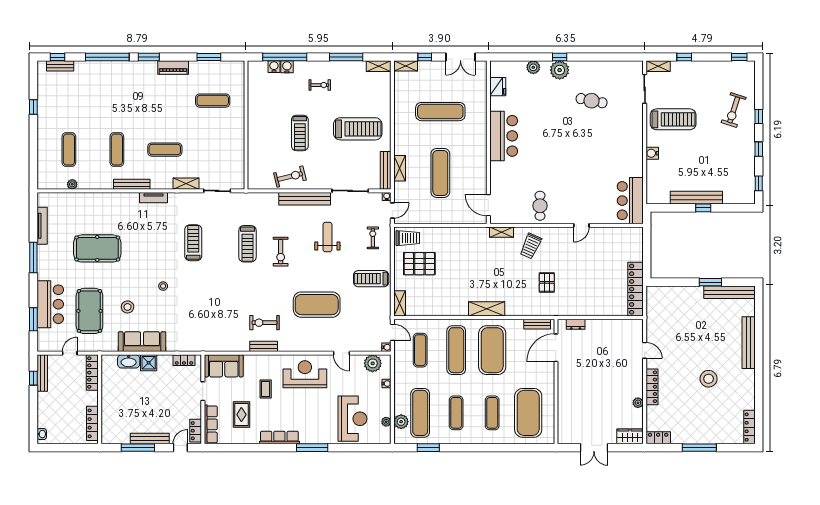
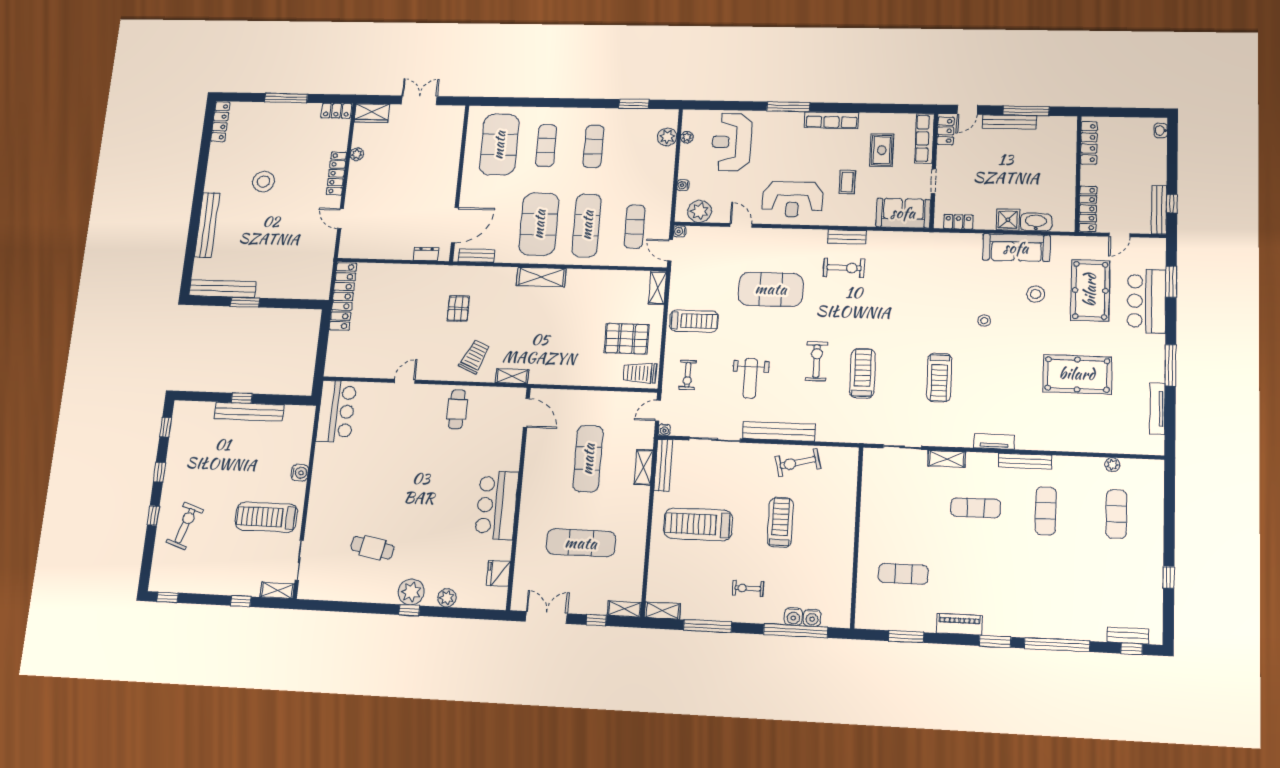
exercise mat: (420, 413) -> (641, 147), removed

